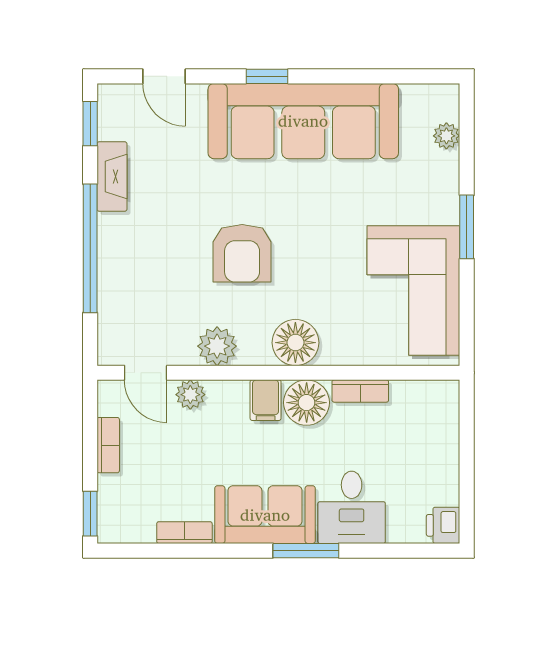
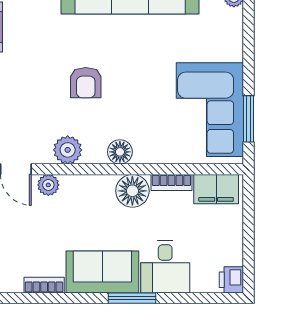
window: (467, 227) -> (249, 119), moved
armchair: (242, 253) -> (86, 83), width x0.72, depth x0.72
floor lamp: (295, 343) -> (120, 152), width x0.73, depth x0.73
filing cabinet: (266, 400) -> (216, 189), moved, width x2.00

